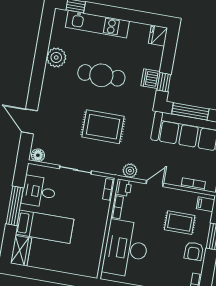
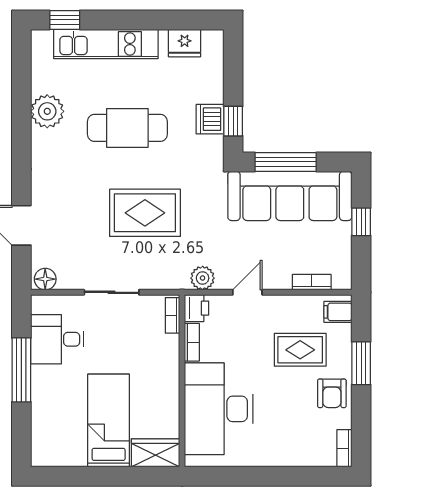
fridge: (158, 36) -> (185, 43), moved, turned -90
bed: (45, 227) -> (109, 421), moved, turned -90
wardrobe: (21, 251) -> (155, 453), moved, turned -90

